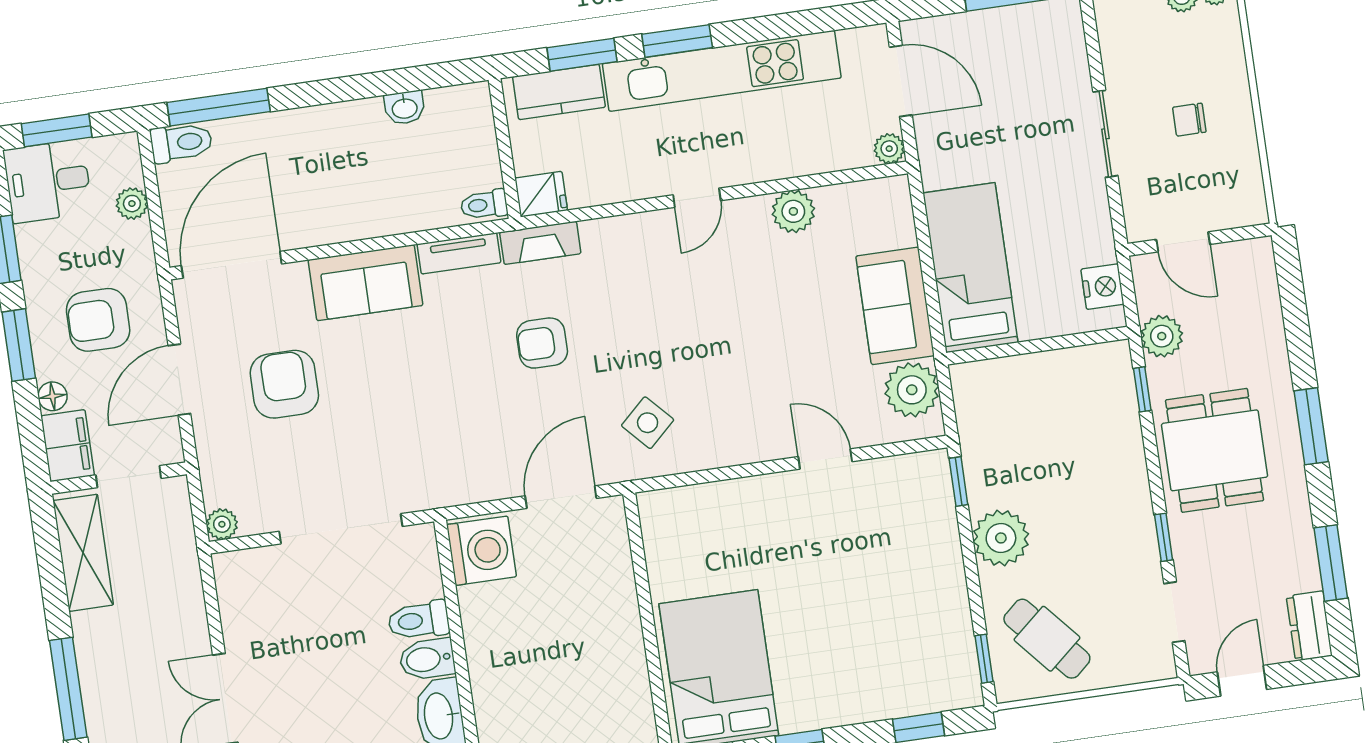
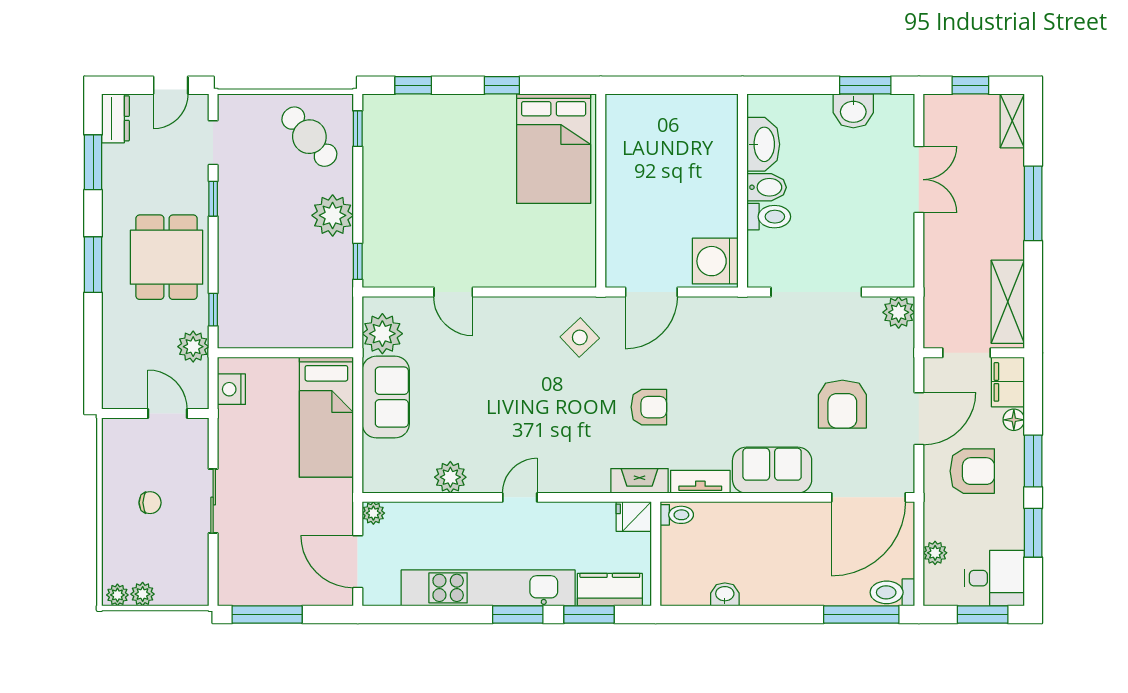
plant: (222, 524) -> (899, 312), width x1.38, depth x1.38

